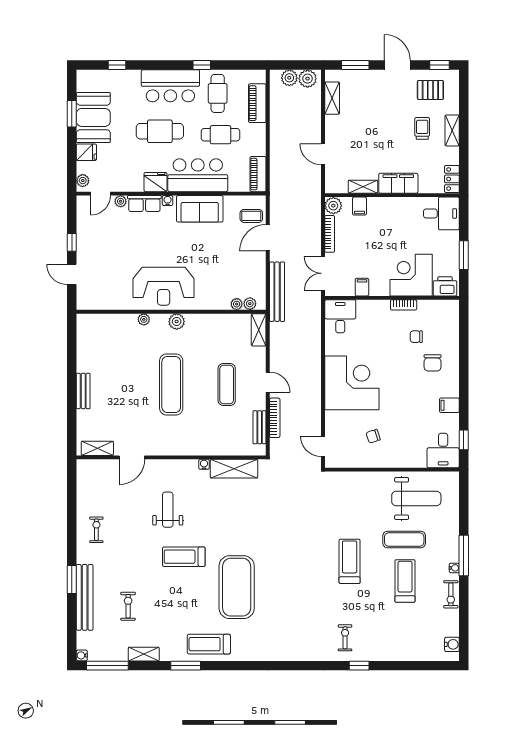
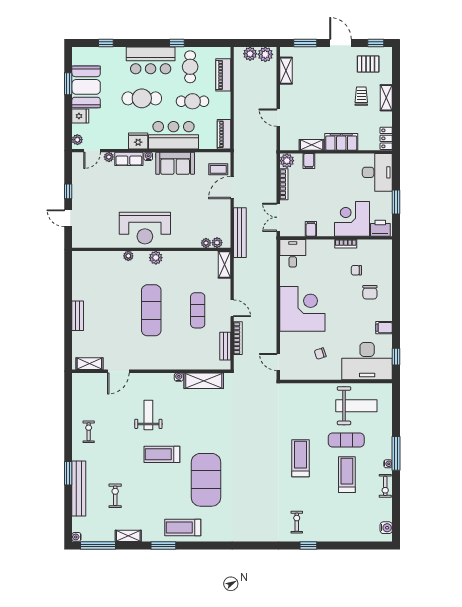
desk: (441, 213) -> (377, 172), width x1.37
desk: (443, 450) -> (367, 361), width x1.87, depth x1.30

